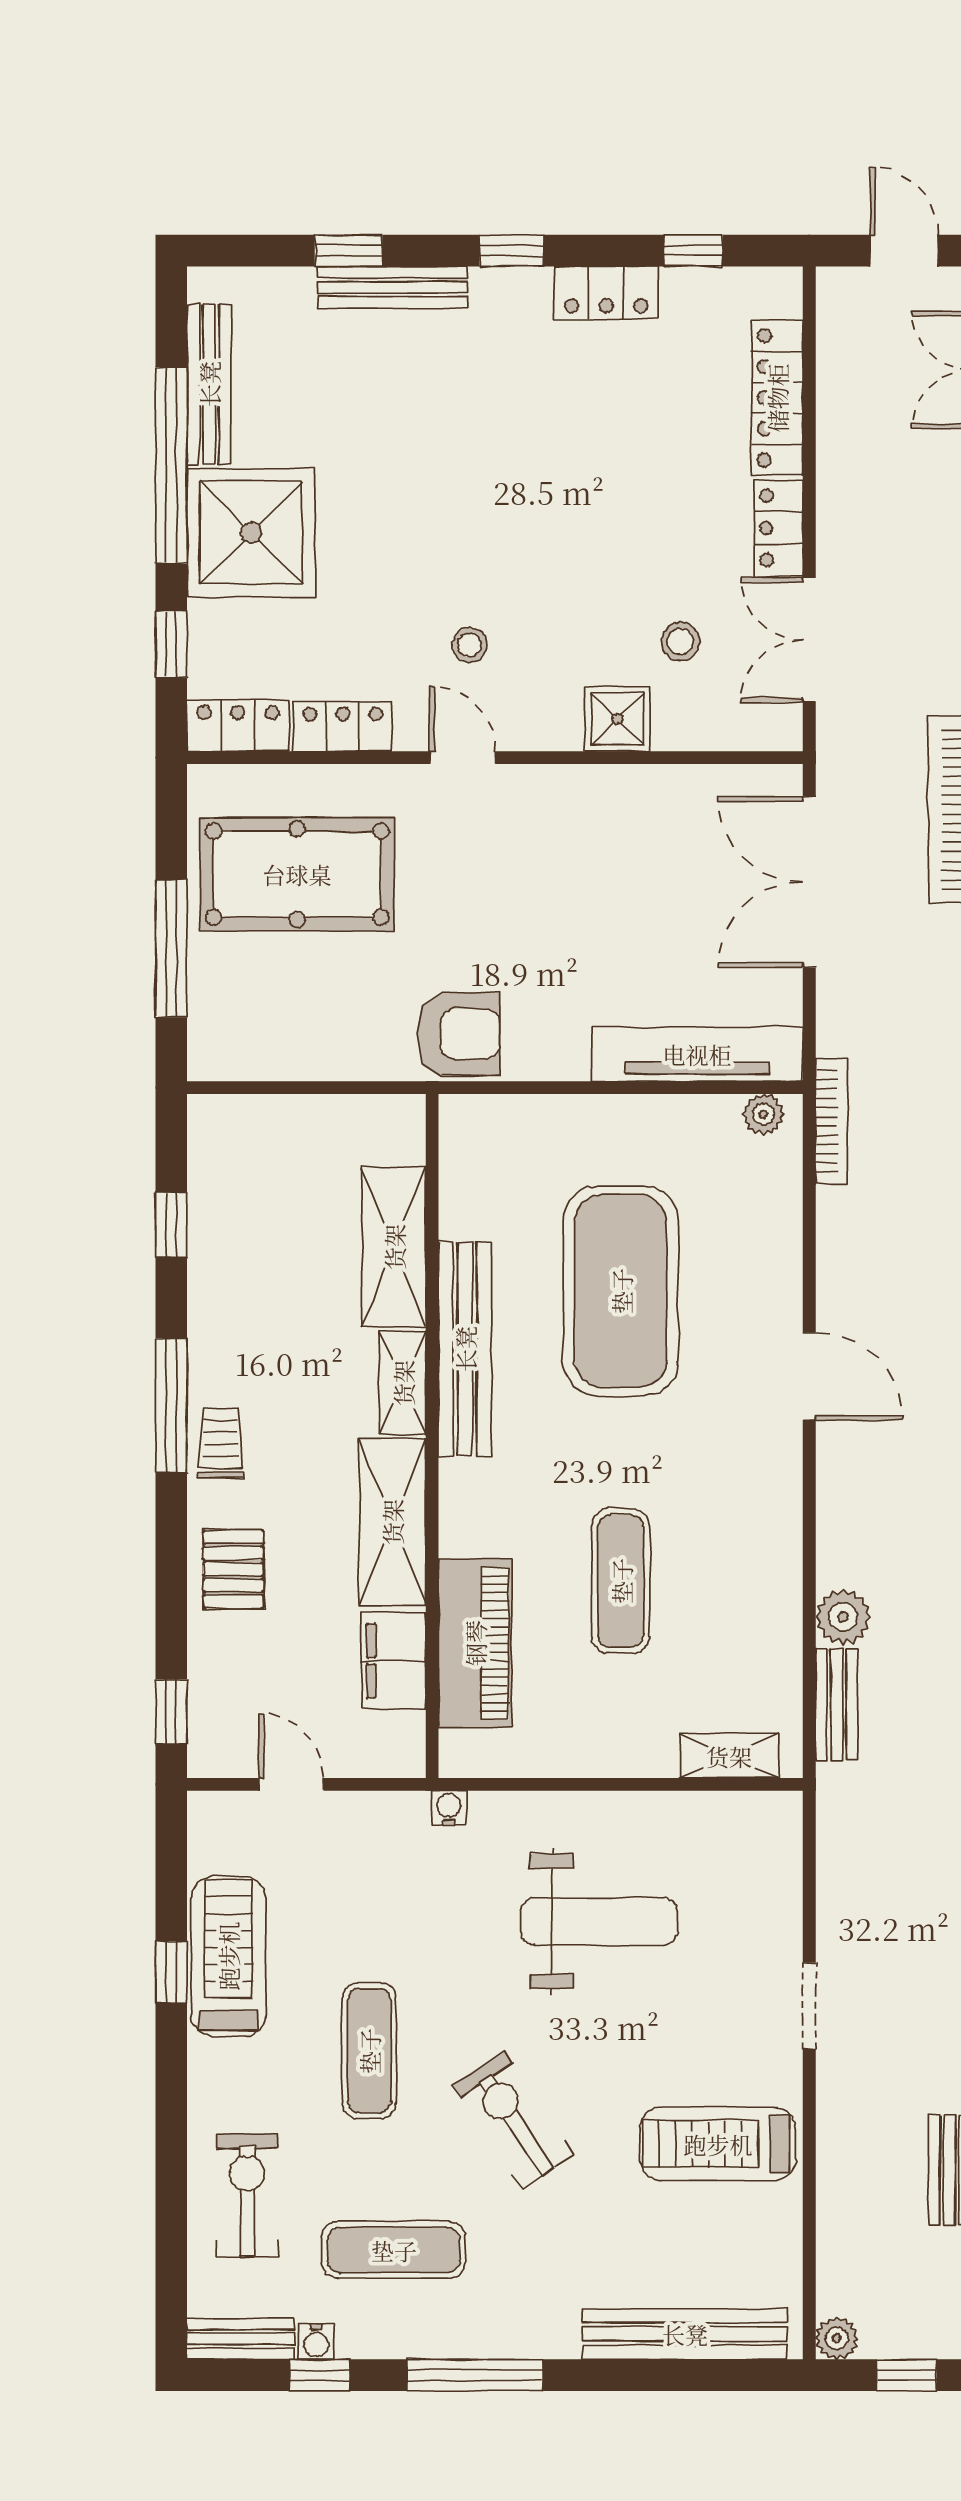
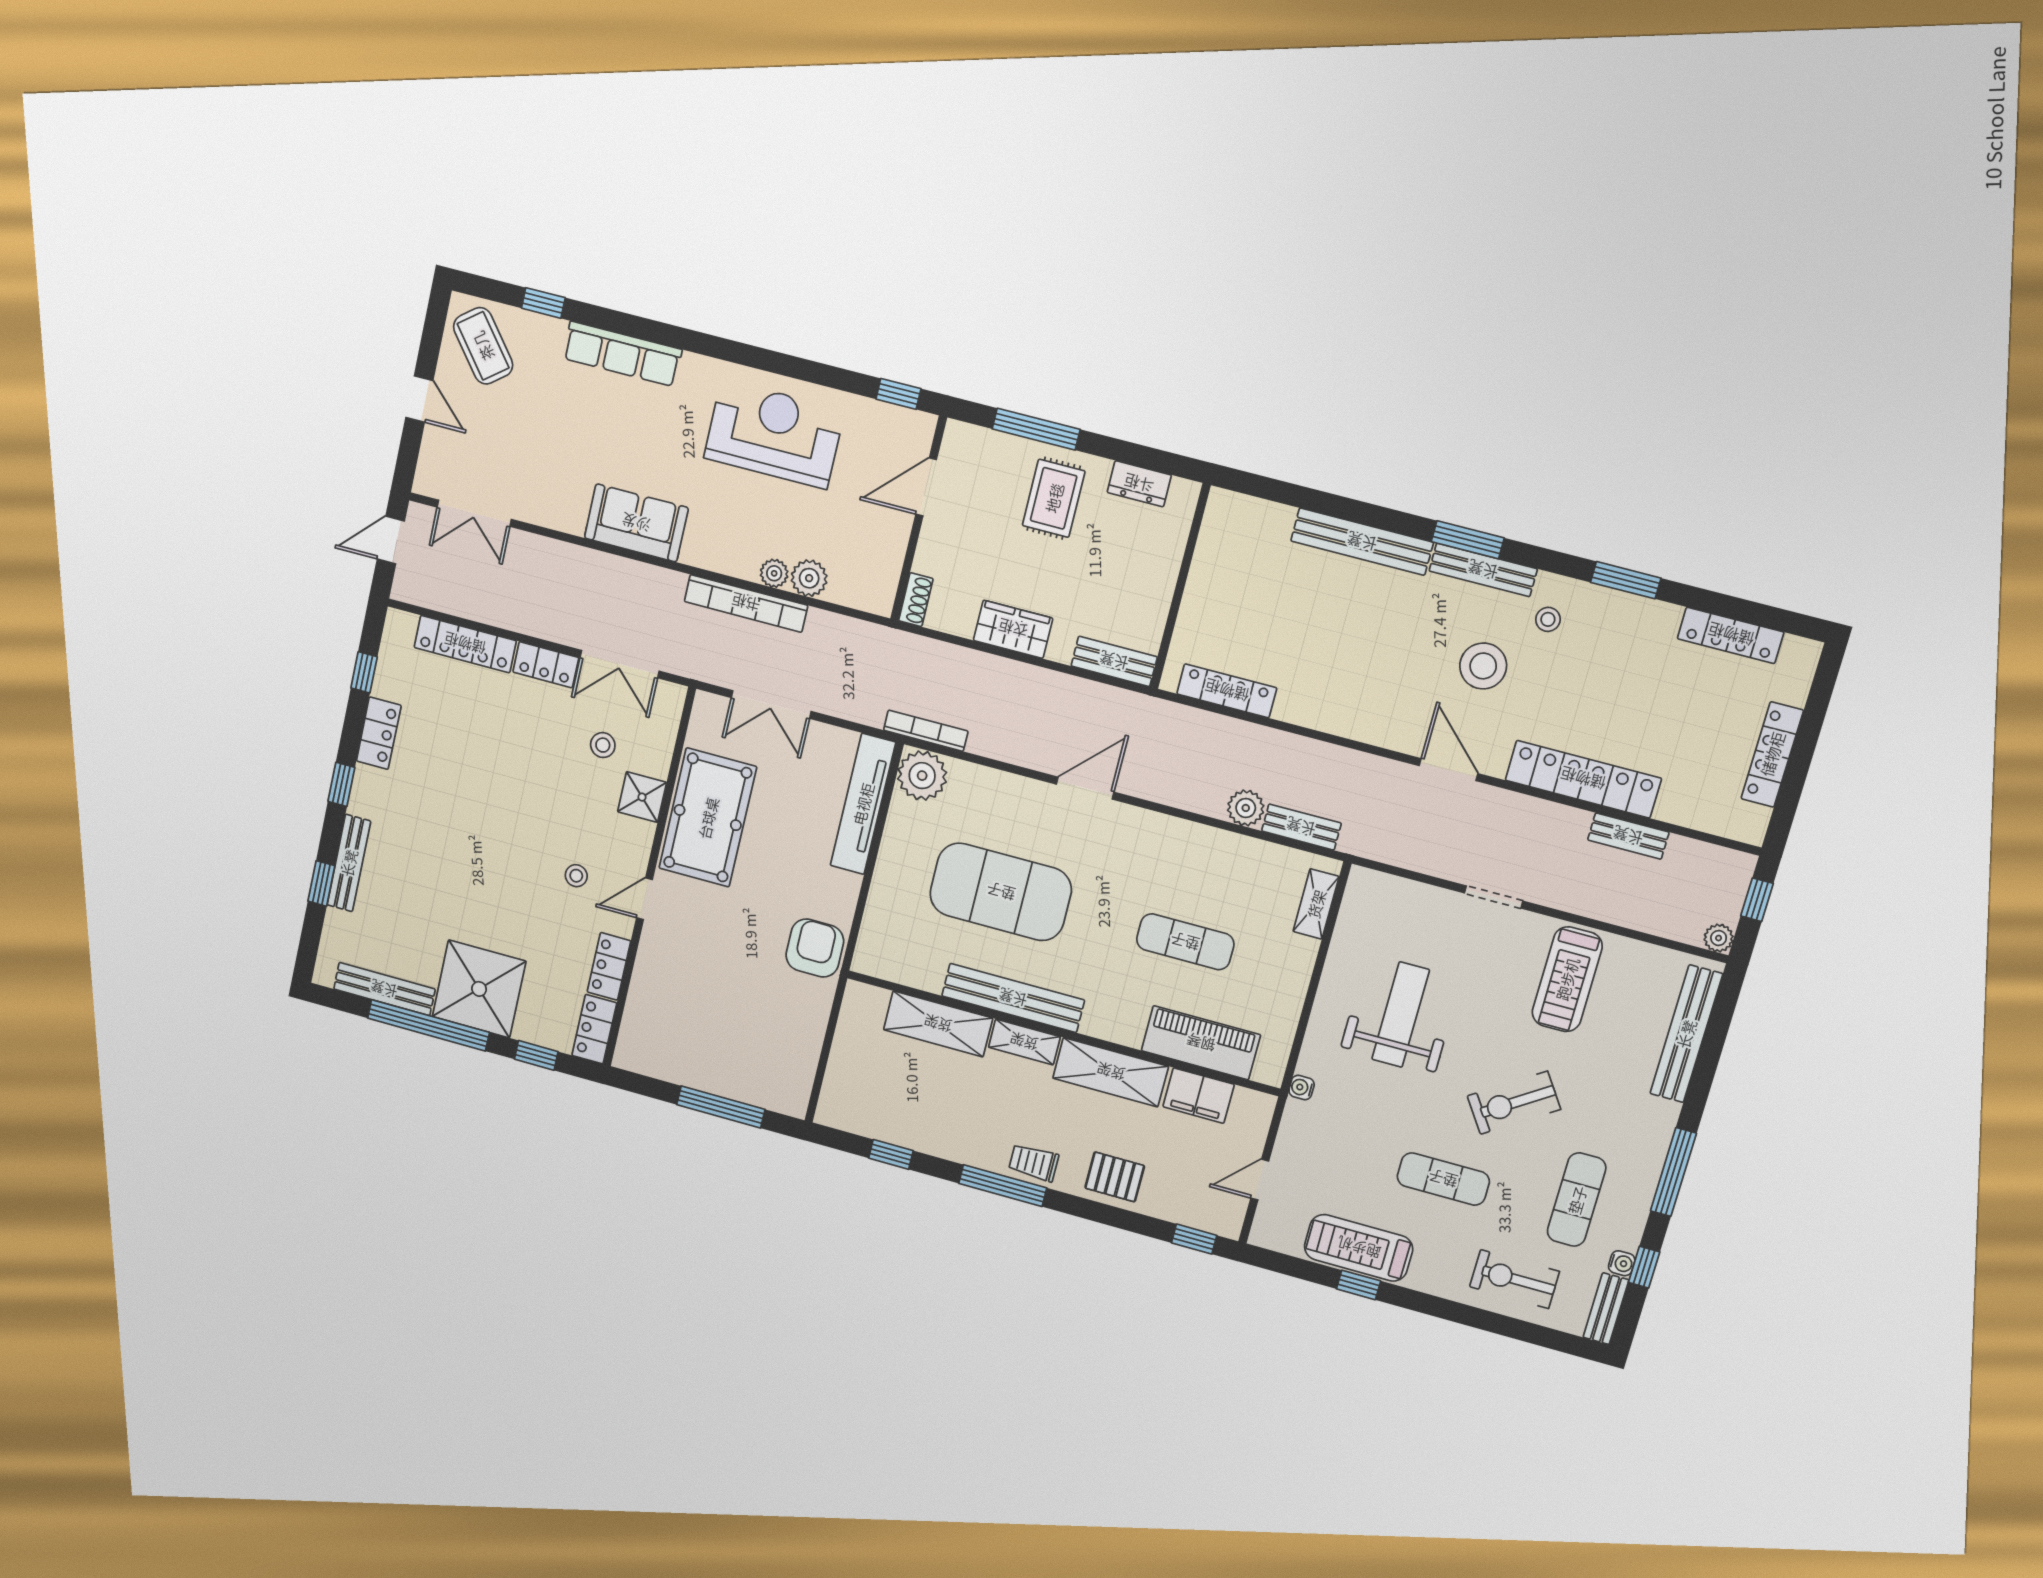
pool table: (297, 874) -> (708, 818), moved
double door: (809, 882) -> (771, 704), width x0.73
plant: (763, 1114) -> (922, 776), width x1.87, depth x1.87

